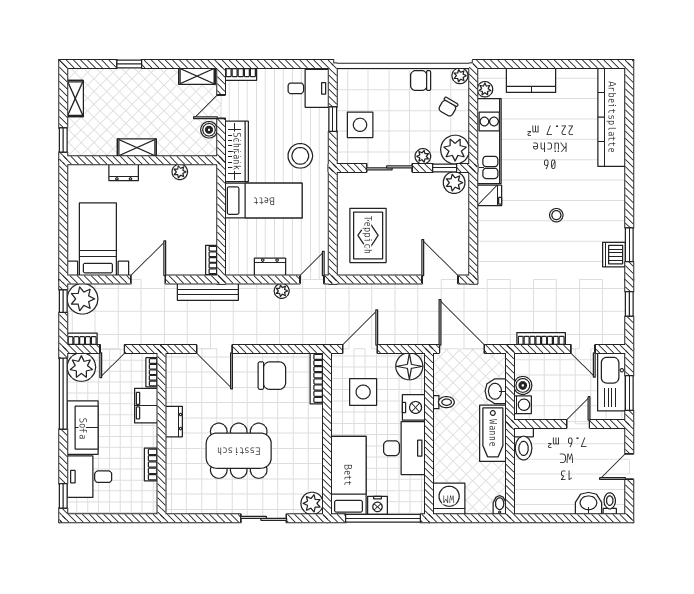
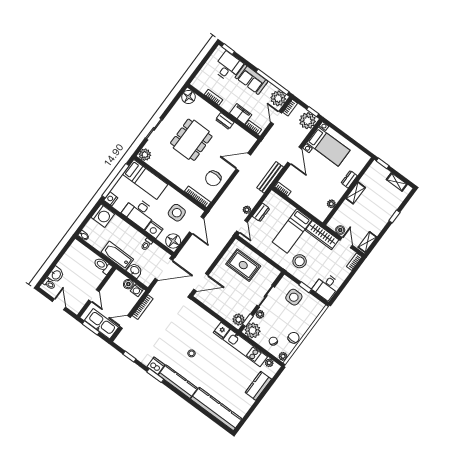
kitchen counter: (613, 204) -> (178, 382), added
washing machine: (523, 405) -> (137, 290), moved
floor lamp: (178, 502) -> (188, 97), added
nightstand: (377, 505) -> (111, 199), moved

